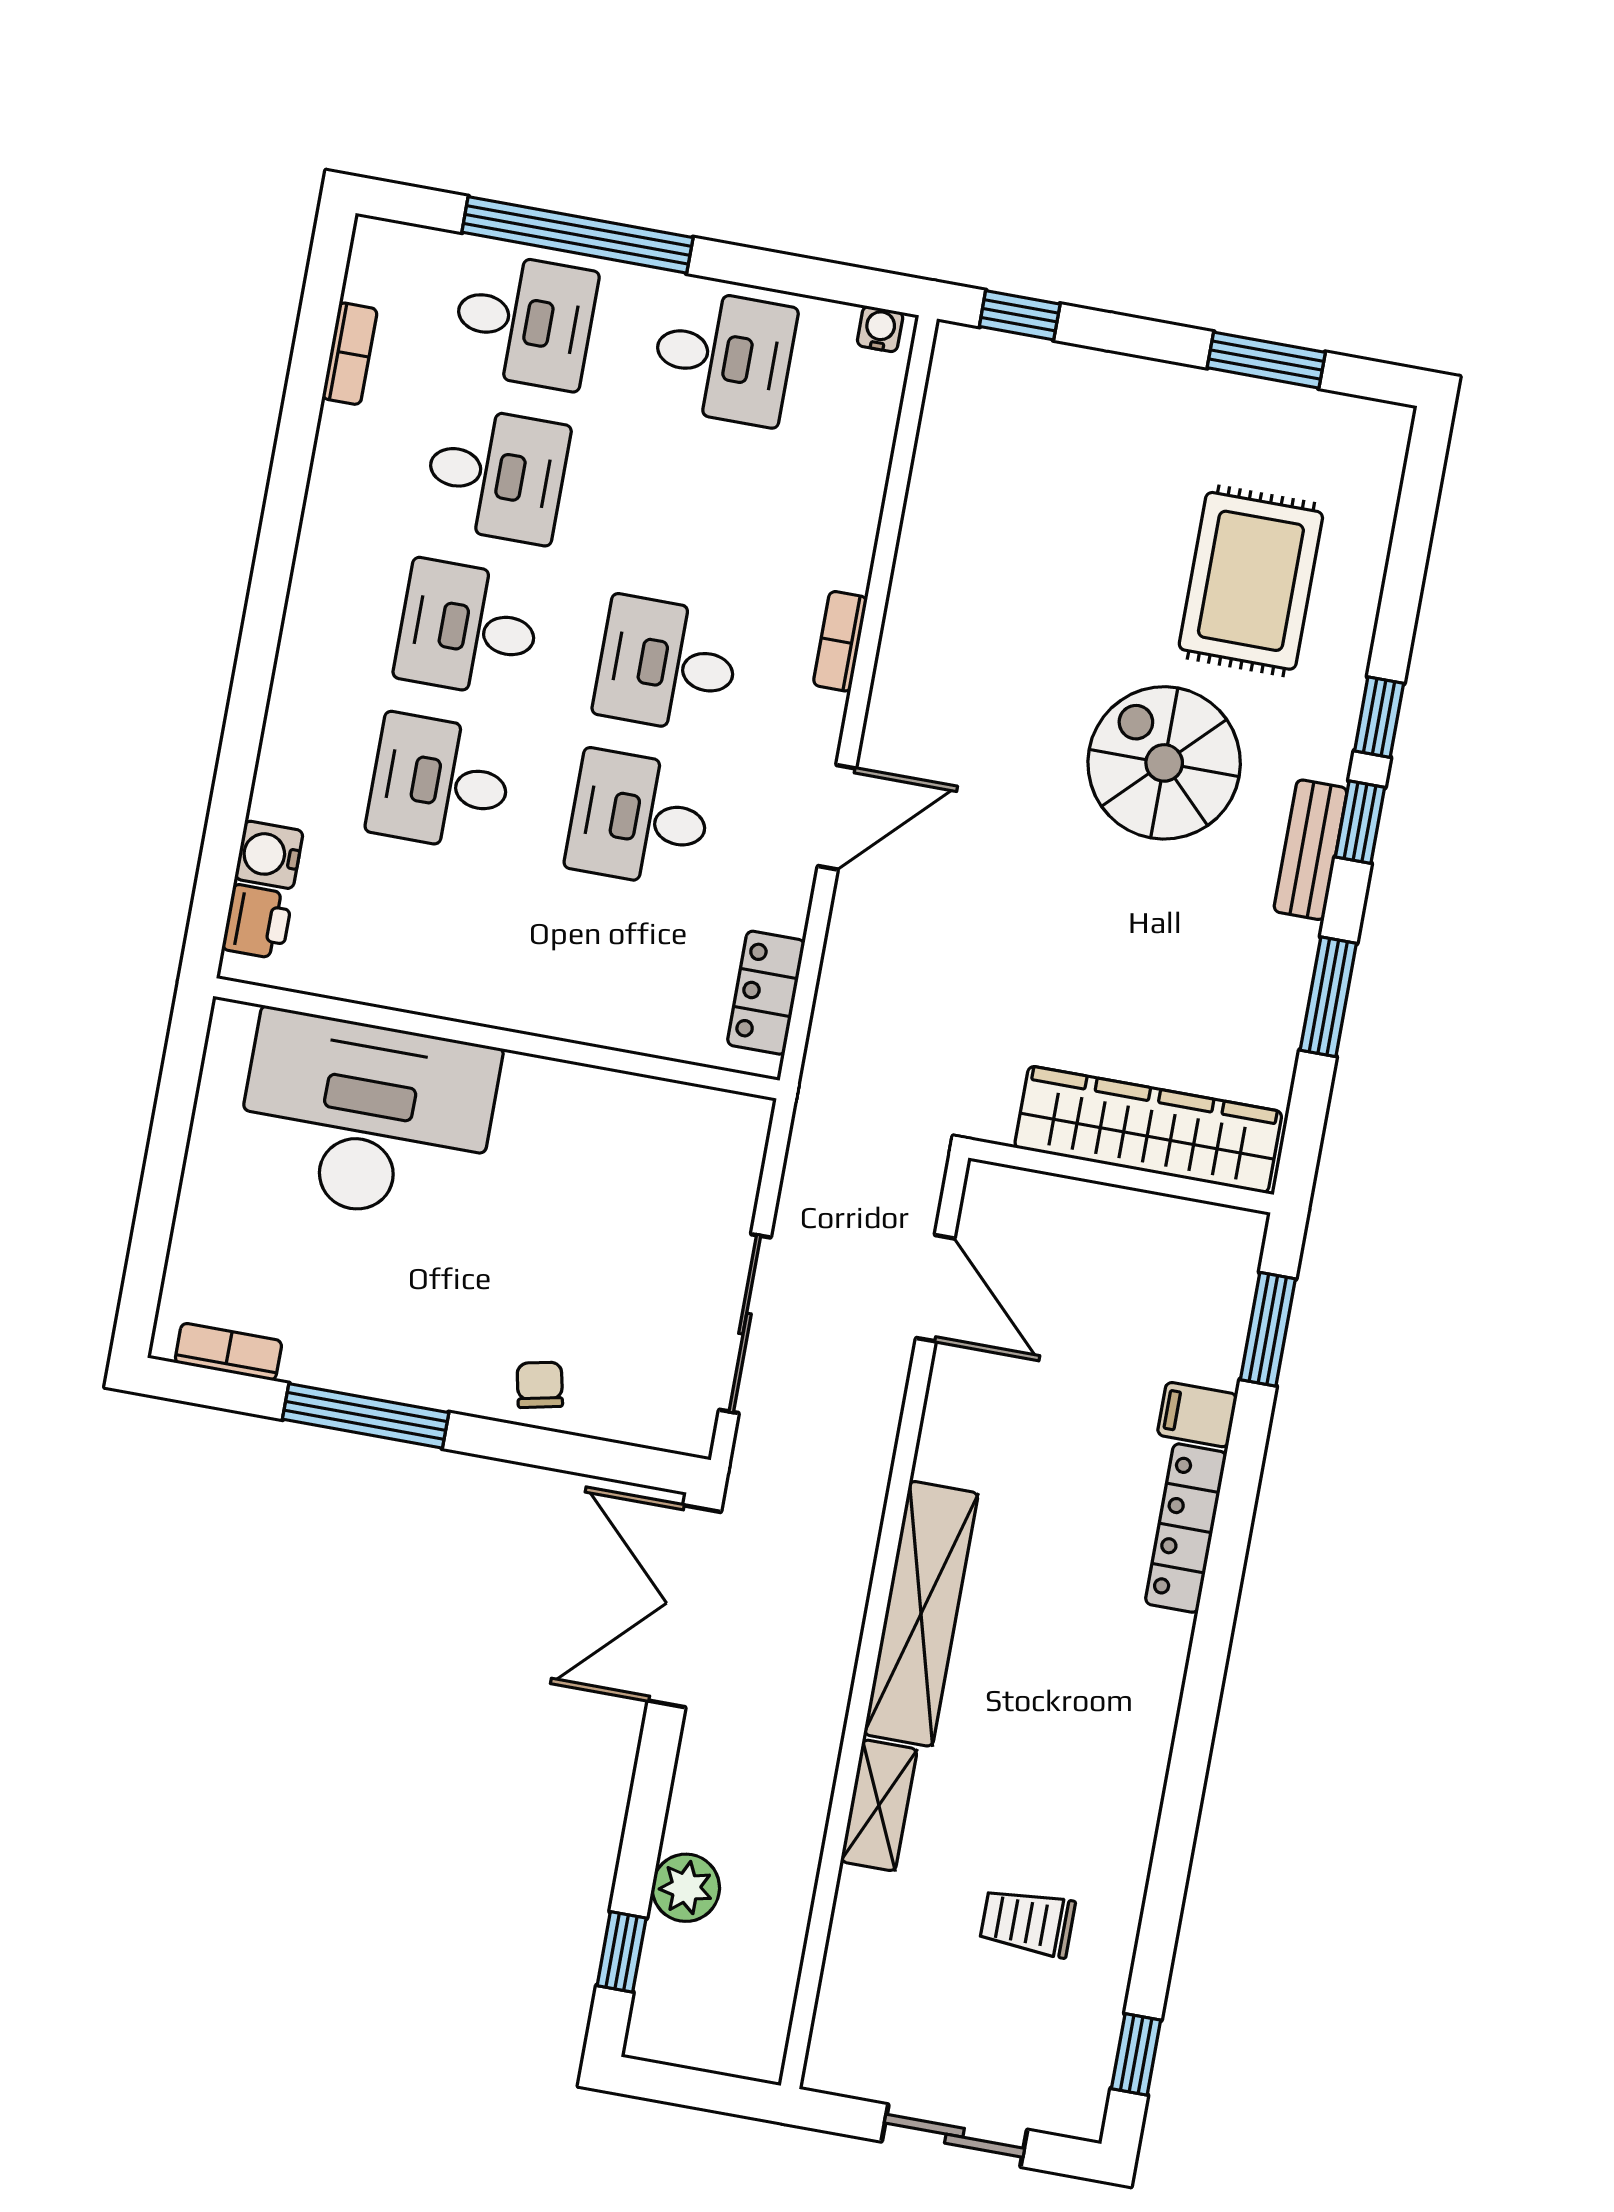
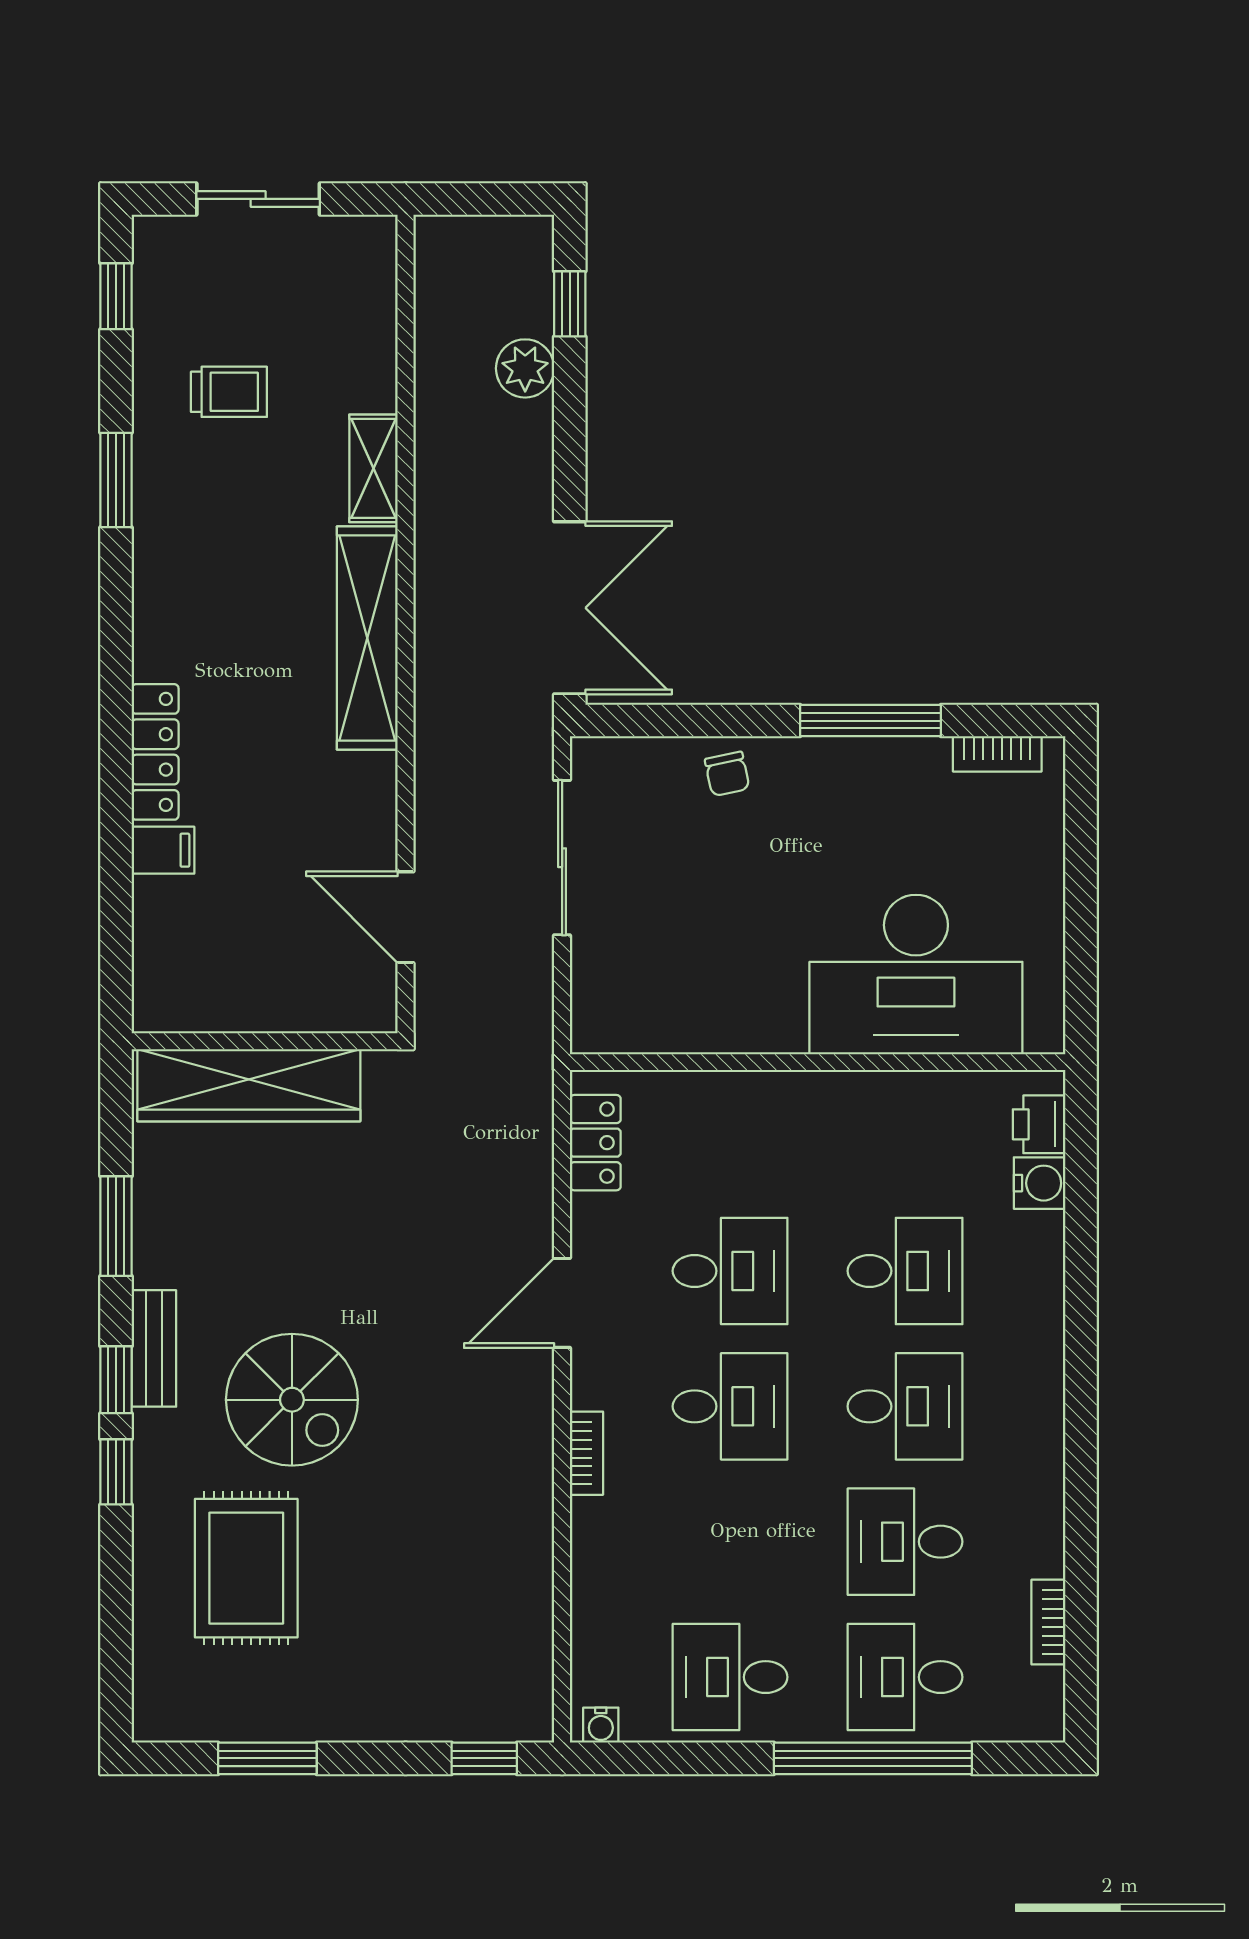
window: (1268, 1329) -> (116, 480), moved

